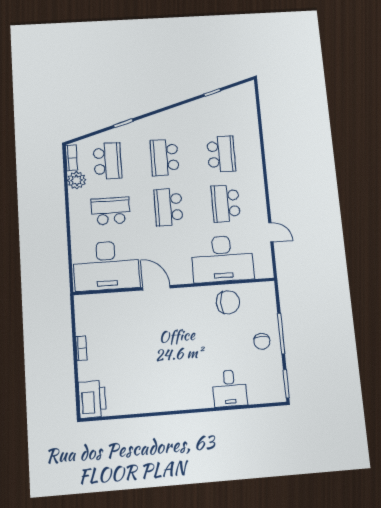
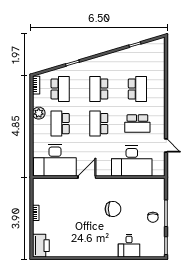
plant: (77, 180) -> (39, 113), moved
school desk: (226, 203) -> (137, 124), turned -90
school desk: (111, 211) -> (60, 124), turned -90
door: (156, 288) -> (87, 177), hinge flipped
chair: (228, 302) -> (113, 209), moved

